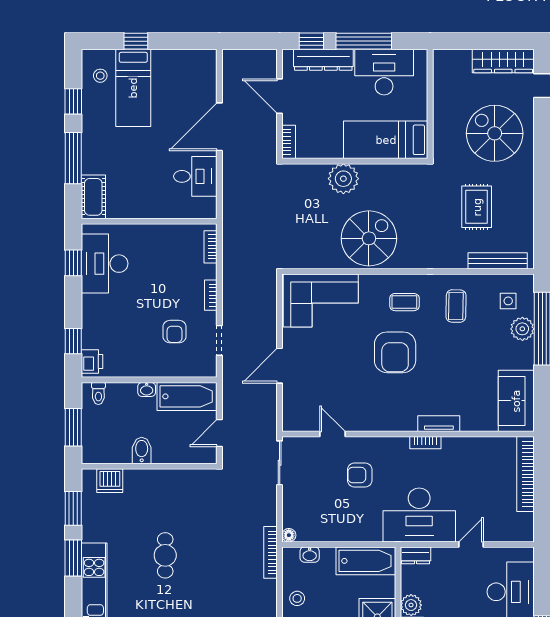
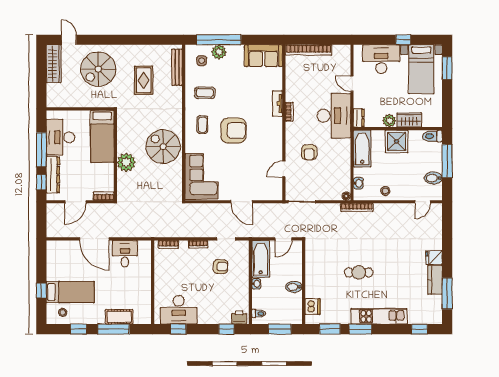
cot: (93, 197) -> (119, 317), moved
rug: (477, 207) -> (144, 80), turned 90
door: (219, 433) -> (283, 239), hinge flipped

